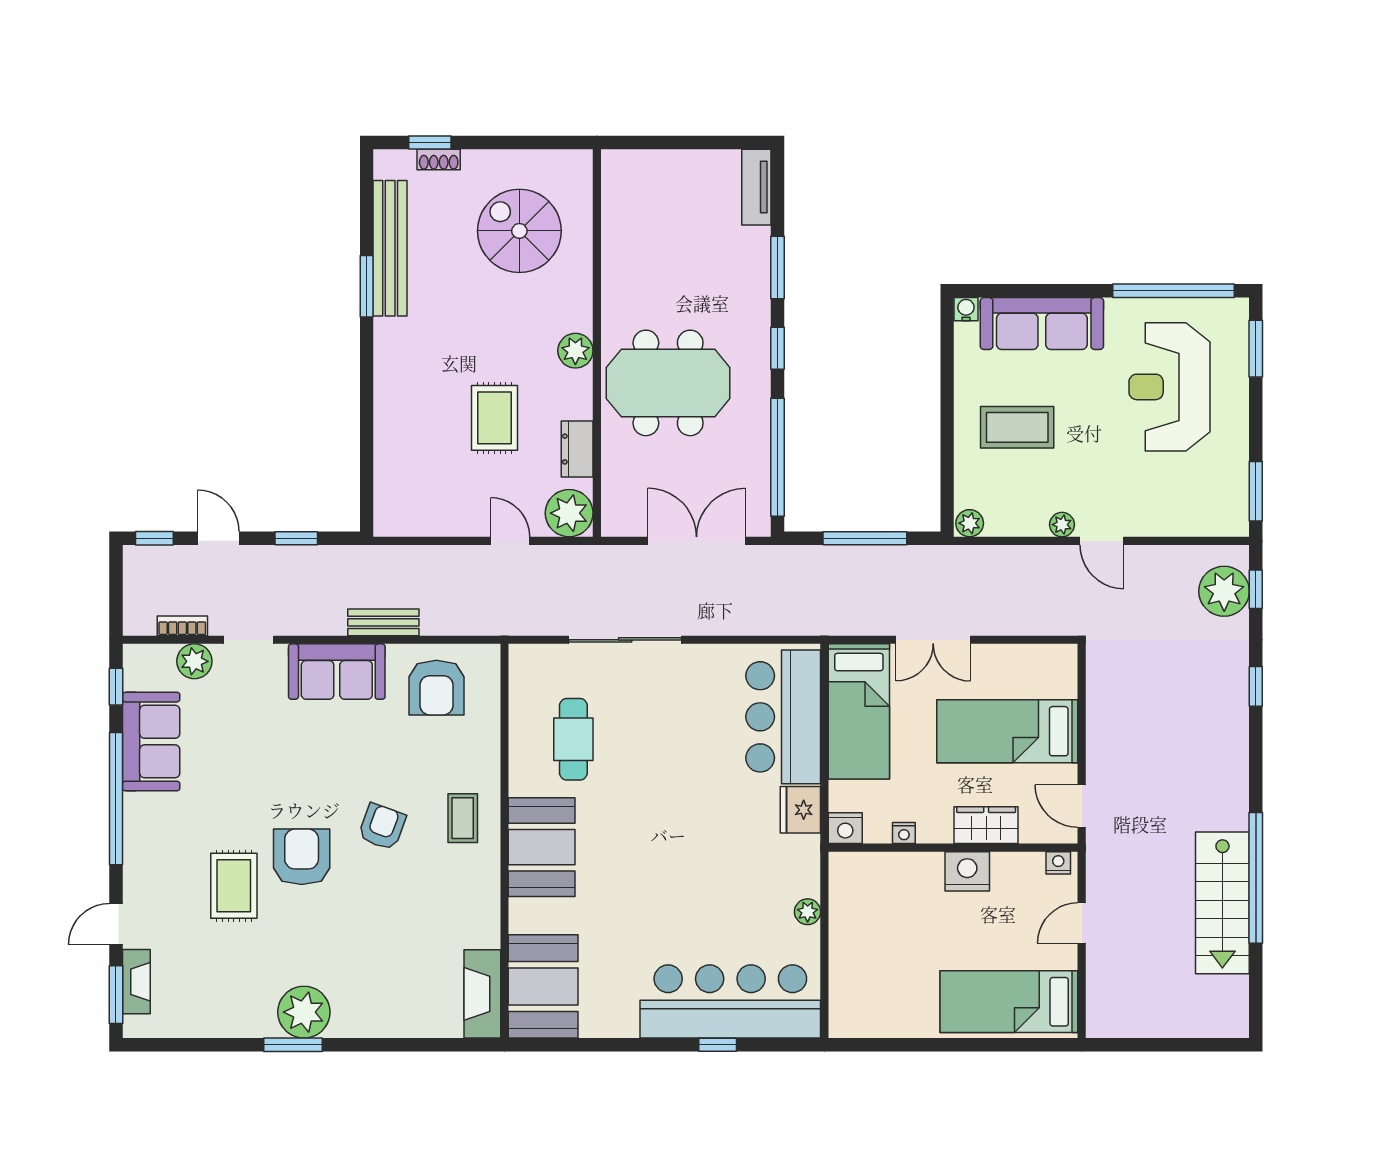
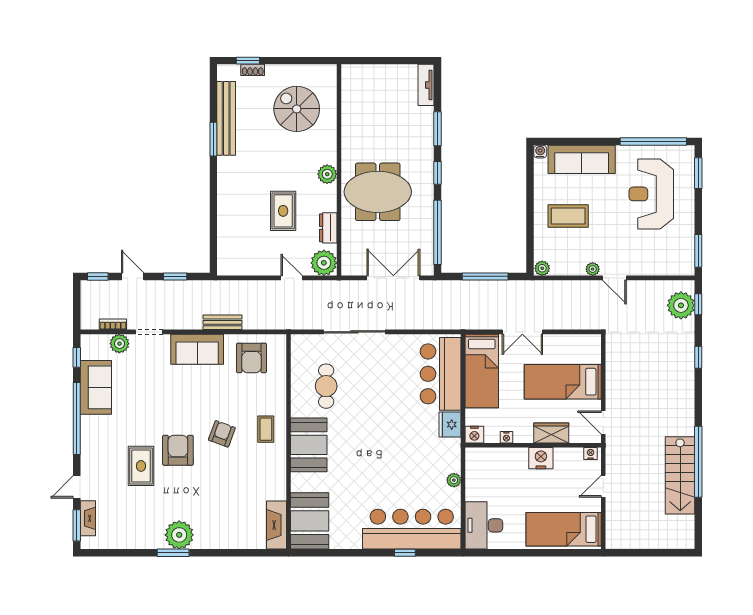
desk: (863, 995) -> (484, 525), added

